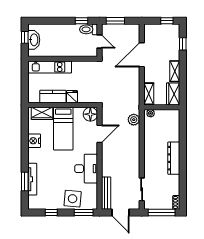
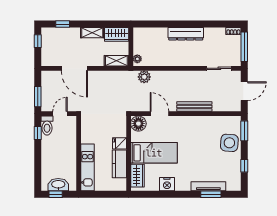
desk: (86, 169) -> (197, 128), removed
bench: (106, 193) -> (194, 107), moved

